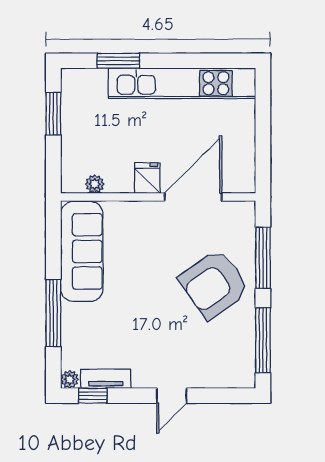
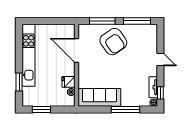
fridge: (147, 178) -> (69, 82), moved

